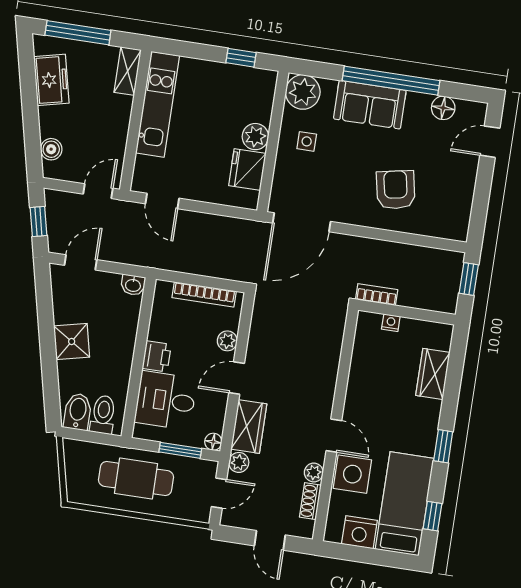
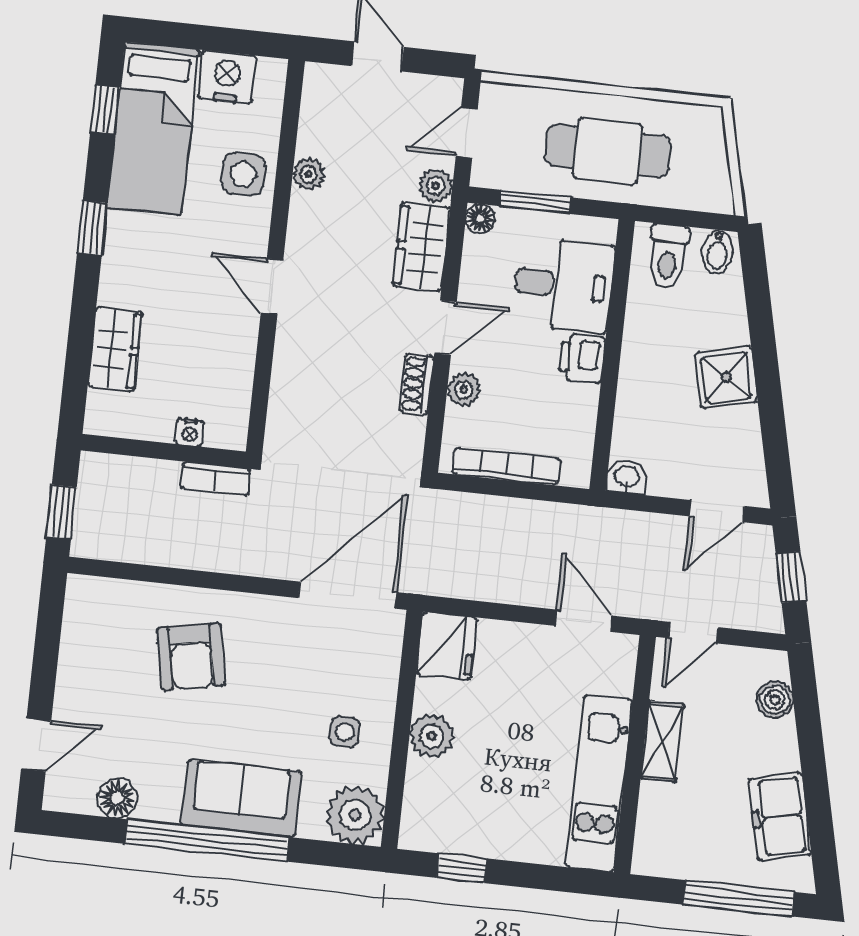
shelving: (128, 71) -> (662, 741), moved
fridge: (247, 170) -> (447, 646), moved
bidet: (78, 412) -> (718, 252), width x0.72, depth x0.74
door: (334, 436) -> (272, 286), moved
side table: (352, 474) -> (243, 174), width x0.73, depth x0.73
shoe rack: (310, 501) -> (417, 384), moved, turned 180

